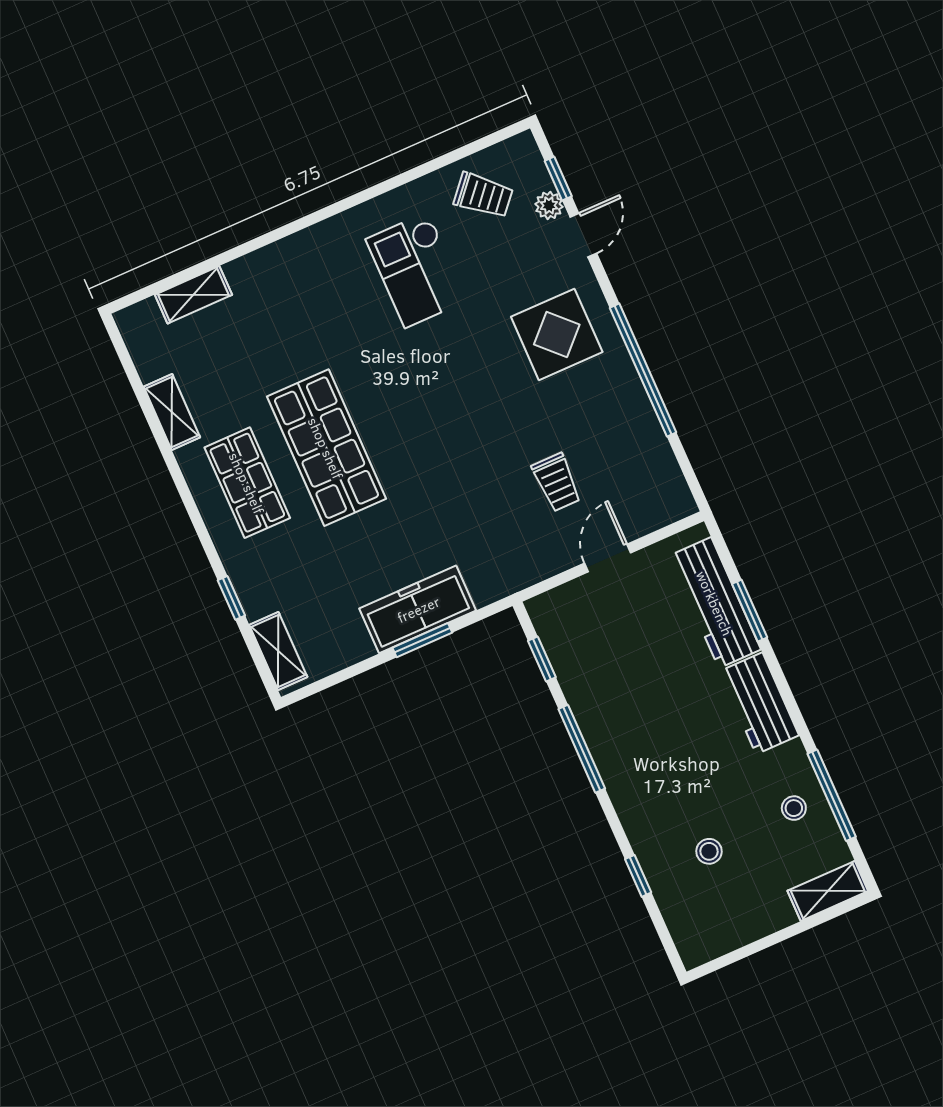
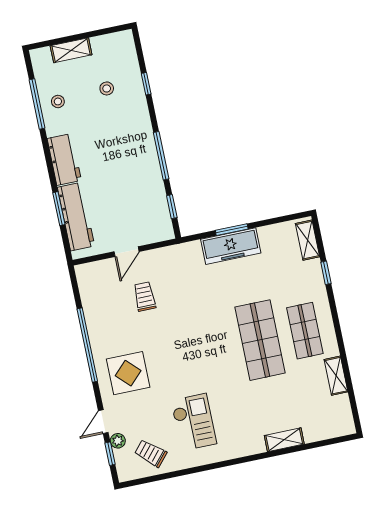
shelving: (193, 295) -> (284, 440), moved
shelving: (828, 891) -> (71, 50), moved

